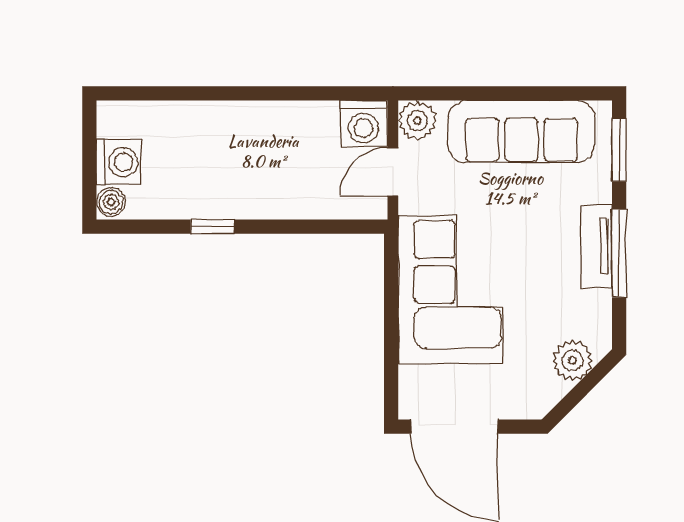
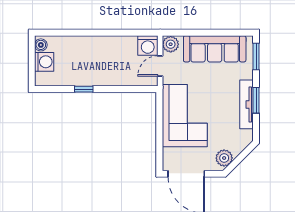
boiler: (111, 202) -> (41, 45), moved
tv unit: (596, 246) -> (246, 104), width x1.41
window: (619, 253) -> (256, 100), width x0.69
plant: (573, 361) -> (224, 158), moved

